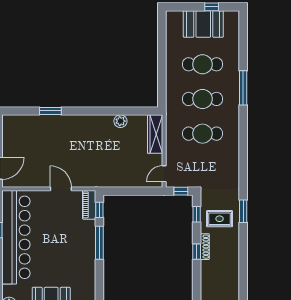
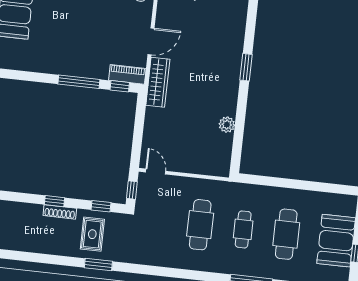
cafe table: (203, 99) -> (243, 229), width x0.73, depth x0.74
window: (50, 111) -> (246, 67), moved
wardrobe: (155, 134) -> (158, 82), moved, turned 90

